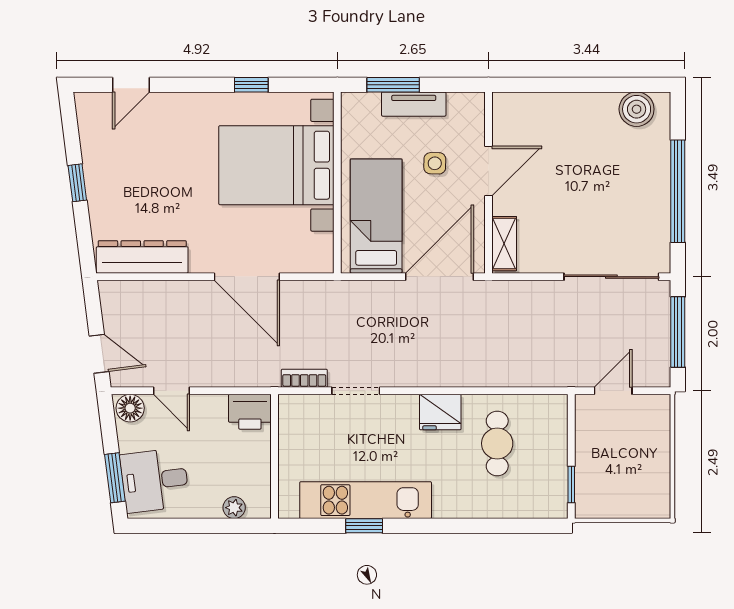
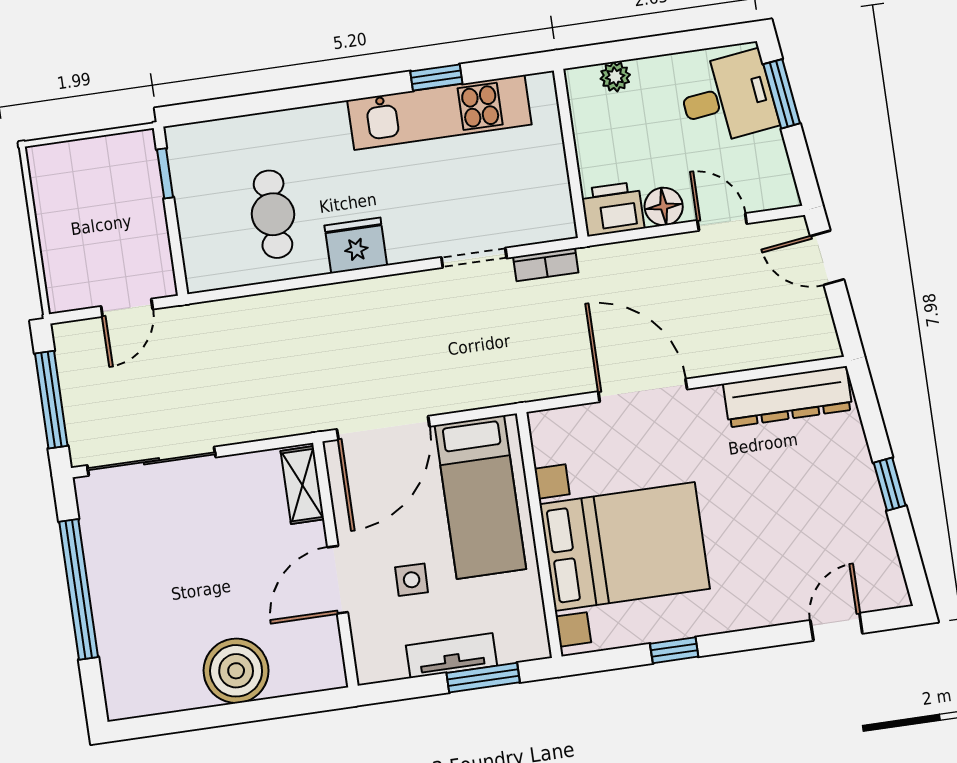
boiler: (637, 109) -> (236, 671), moved, width x1.37, depth x1.37
floor lamp: (130, 408) -> (664, 206), moved

